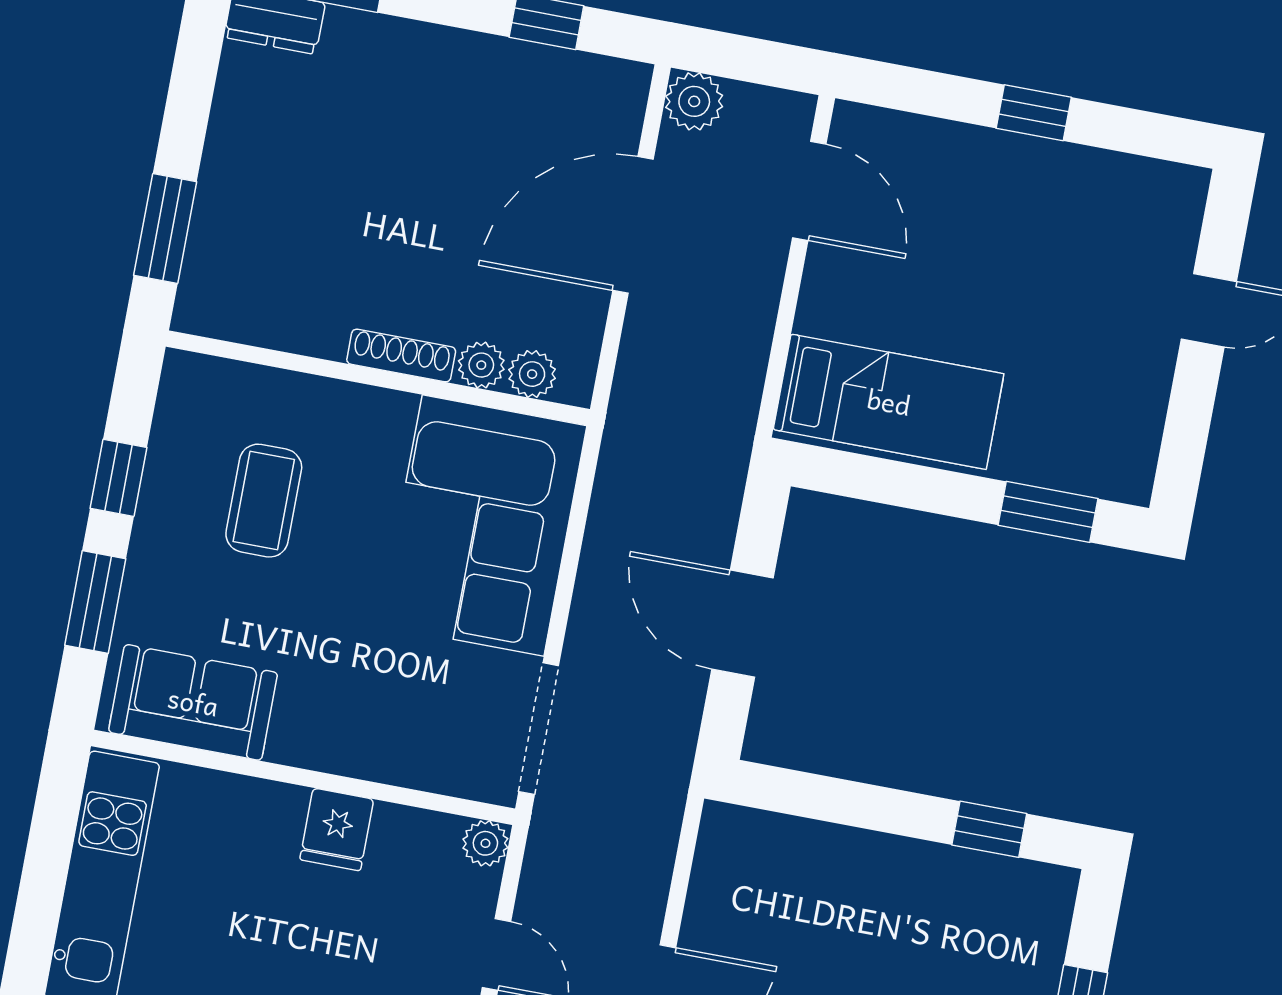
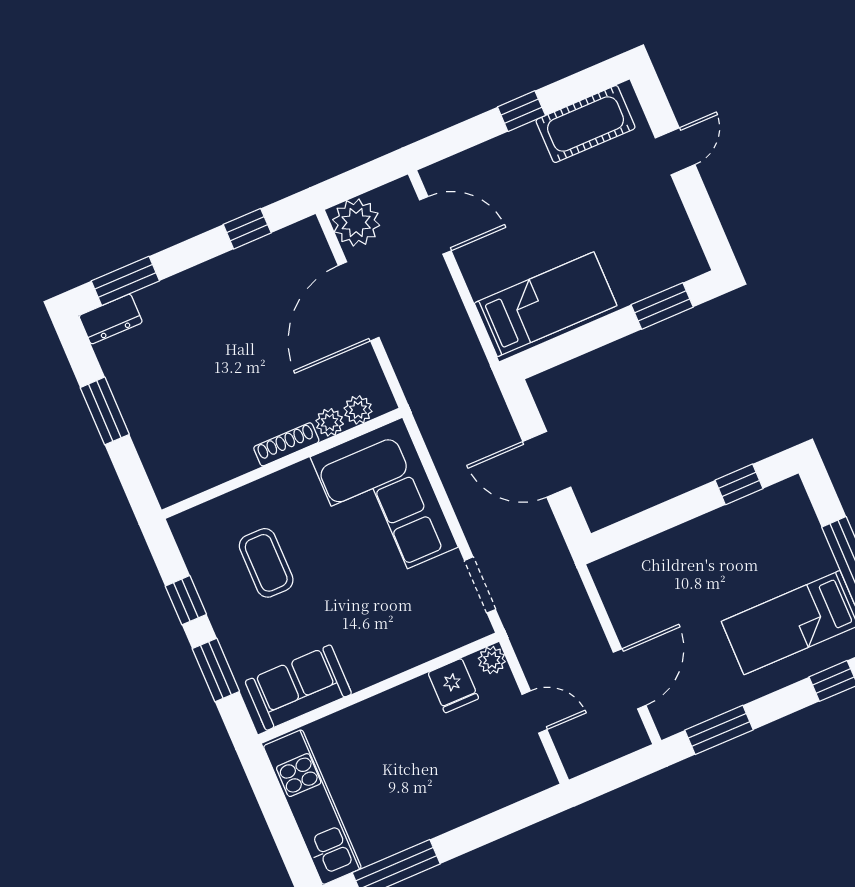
plant: (694, 101) -> (356, 222), width x1.36, depth x1.36
cot: (1110, 190) -> (586, 124), added
window: (165, 228) -> (105, 411), moved
doorway: (539, 729) -> (480, 585), width x0.73
fridge: (337, 829) -> (453, 686), moved

